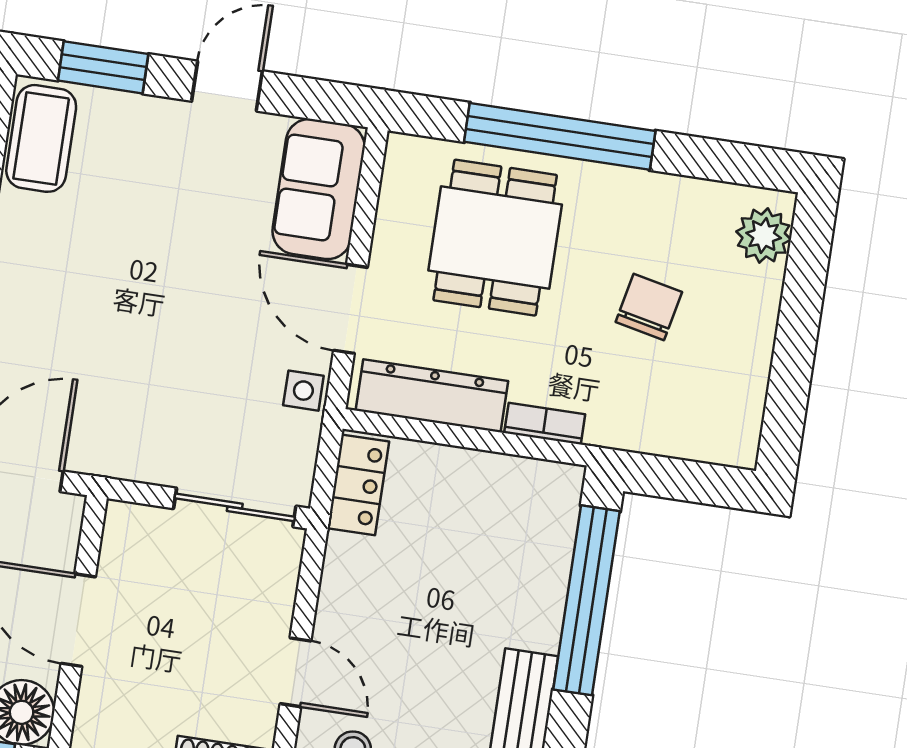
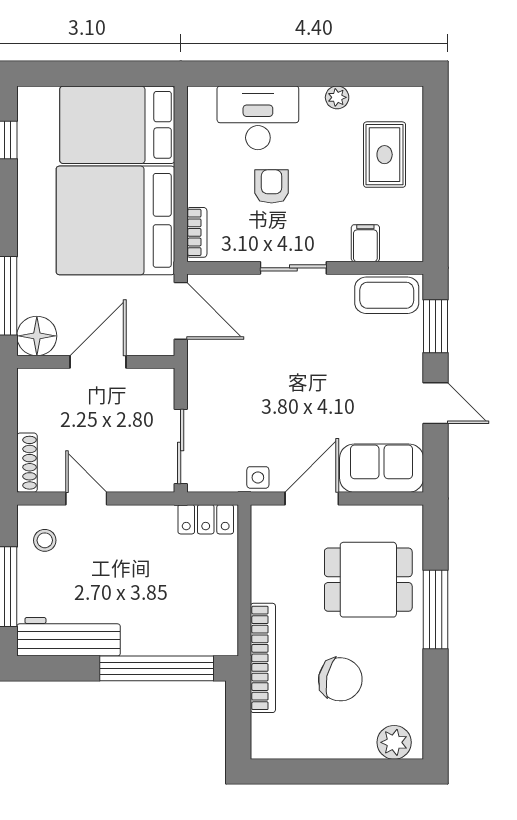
window: (560, 136) -> (436, 610), width x0.68
chair: (649, 307) -> (340, 679), width x1.37, depth x1.37
dresser: (432, 396) -> (266, 556), removed
bookcase: (545, 424) -> (263, 658), width x2.31, depth x1.31
door: (295, 672) -> (86, 498), swing flipped

